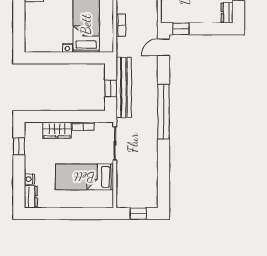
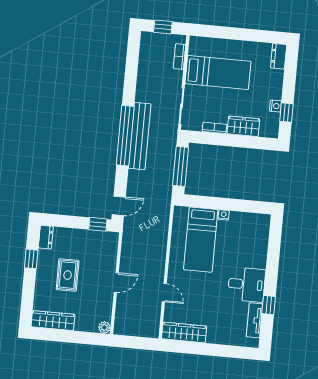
bookcase: (121, 25) -> (180, 57), moved
bench: (124, 87) -> (140, 136), moved
window: (111, 88) -> (181, 166), width x2.17
nightstand: (29, 179) -> (275, 106), moved

